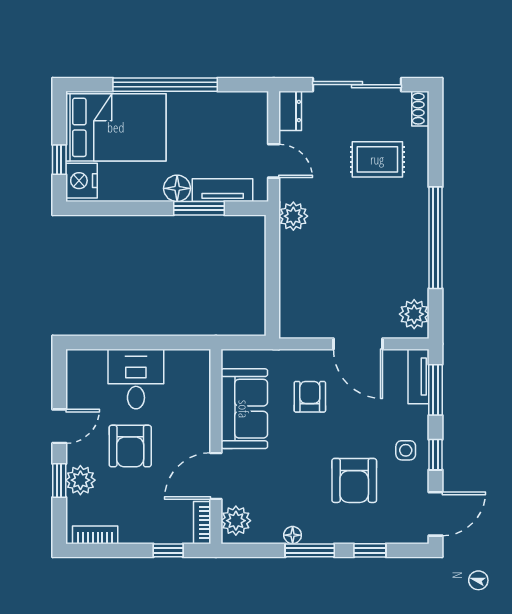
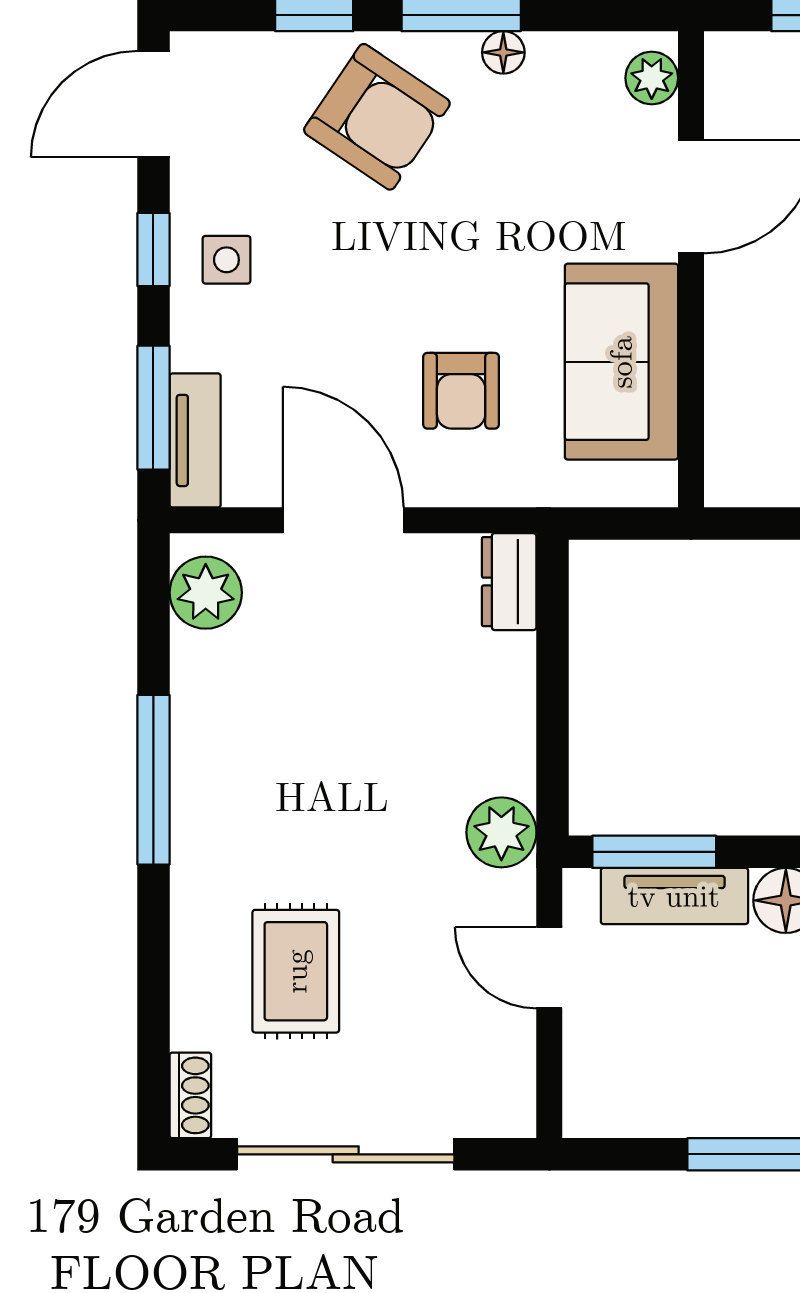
dresser: (290, 111) -> (509, 582), moved
rug: (377, 159) -> (296, 971), turned 90
window: (199, 208) -> (654, 852), moved
window: (436, 238) -> (153, 780), width x0.68
armchair: (354, 480) -> (377, 117), moved, turned 124
plant: (236, 521) -> (652, 78), width x0.73, depth x0.73
bookcase: (202, 523) -> (725, 83), removed

